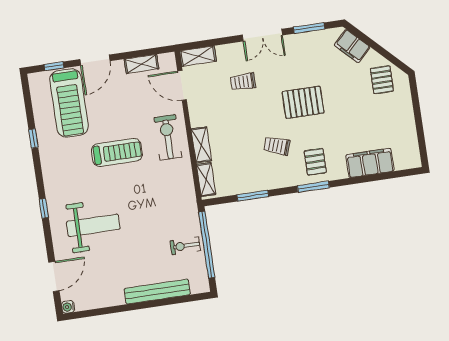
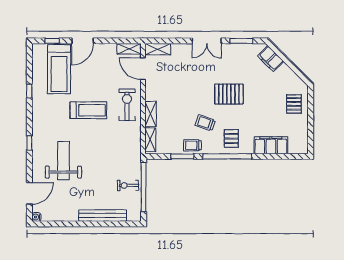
shelving: (142, 64) -> (129, 49), moved
pallet: (382, 80) -> (294, 104), moved
trolley: (243, 82) -> (192, 145), moved
window: (313, 187) -> (227, 156), width x2.11
weight bench: (93, 225) -> (63, 161), turned -90

